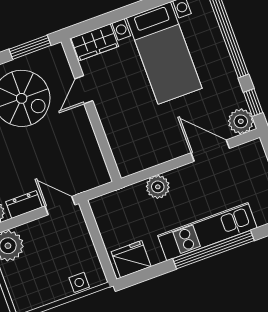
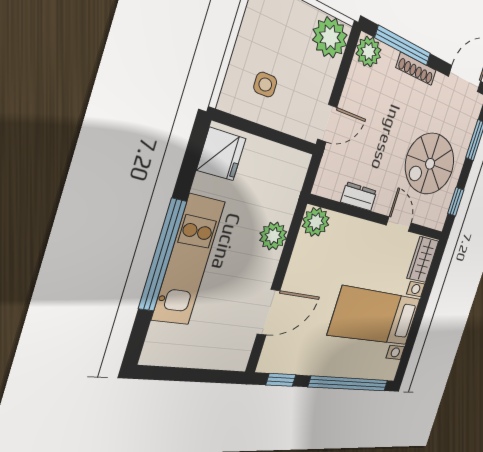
window: (30, 47) -> (456, 202), width x0.67
plant: (241, 121) -> (316, 222), moved
dresser: (24, 204) -> (359, 197), moved, turned -90
side table: (79, 282) -> (265, 85), moved

